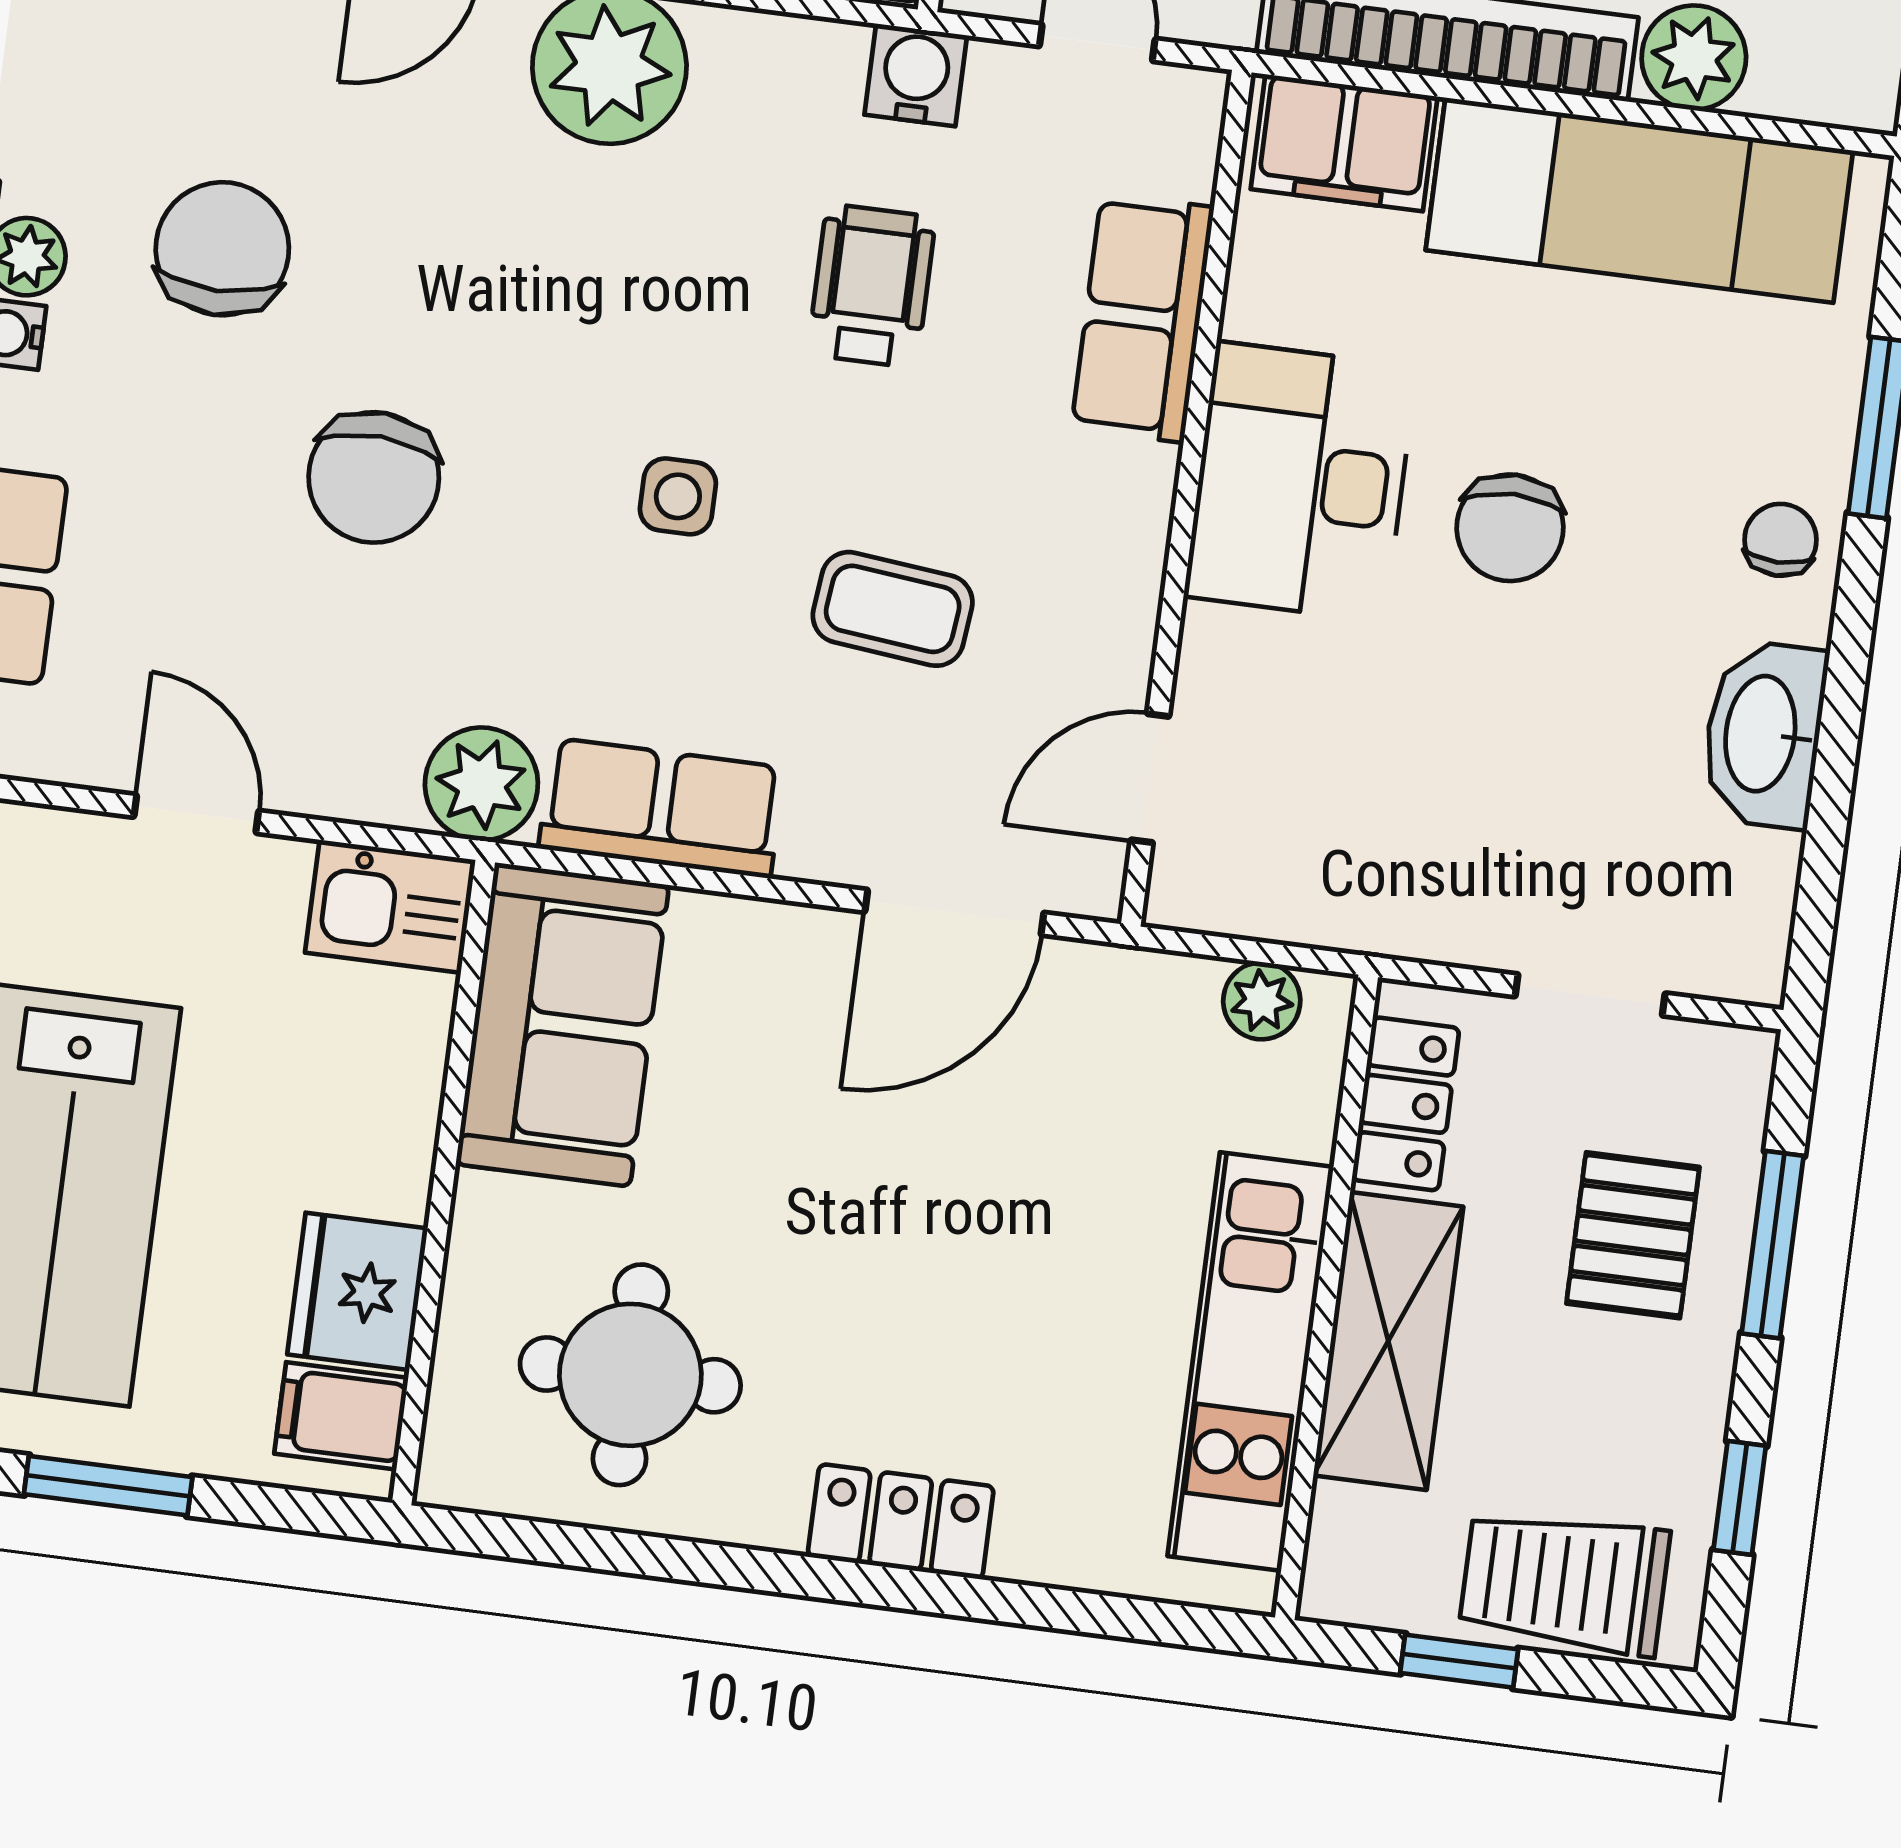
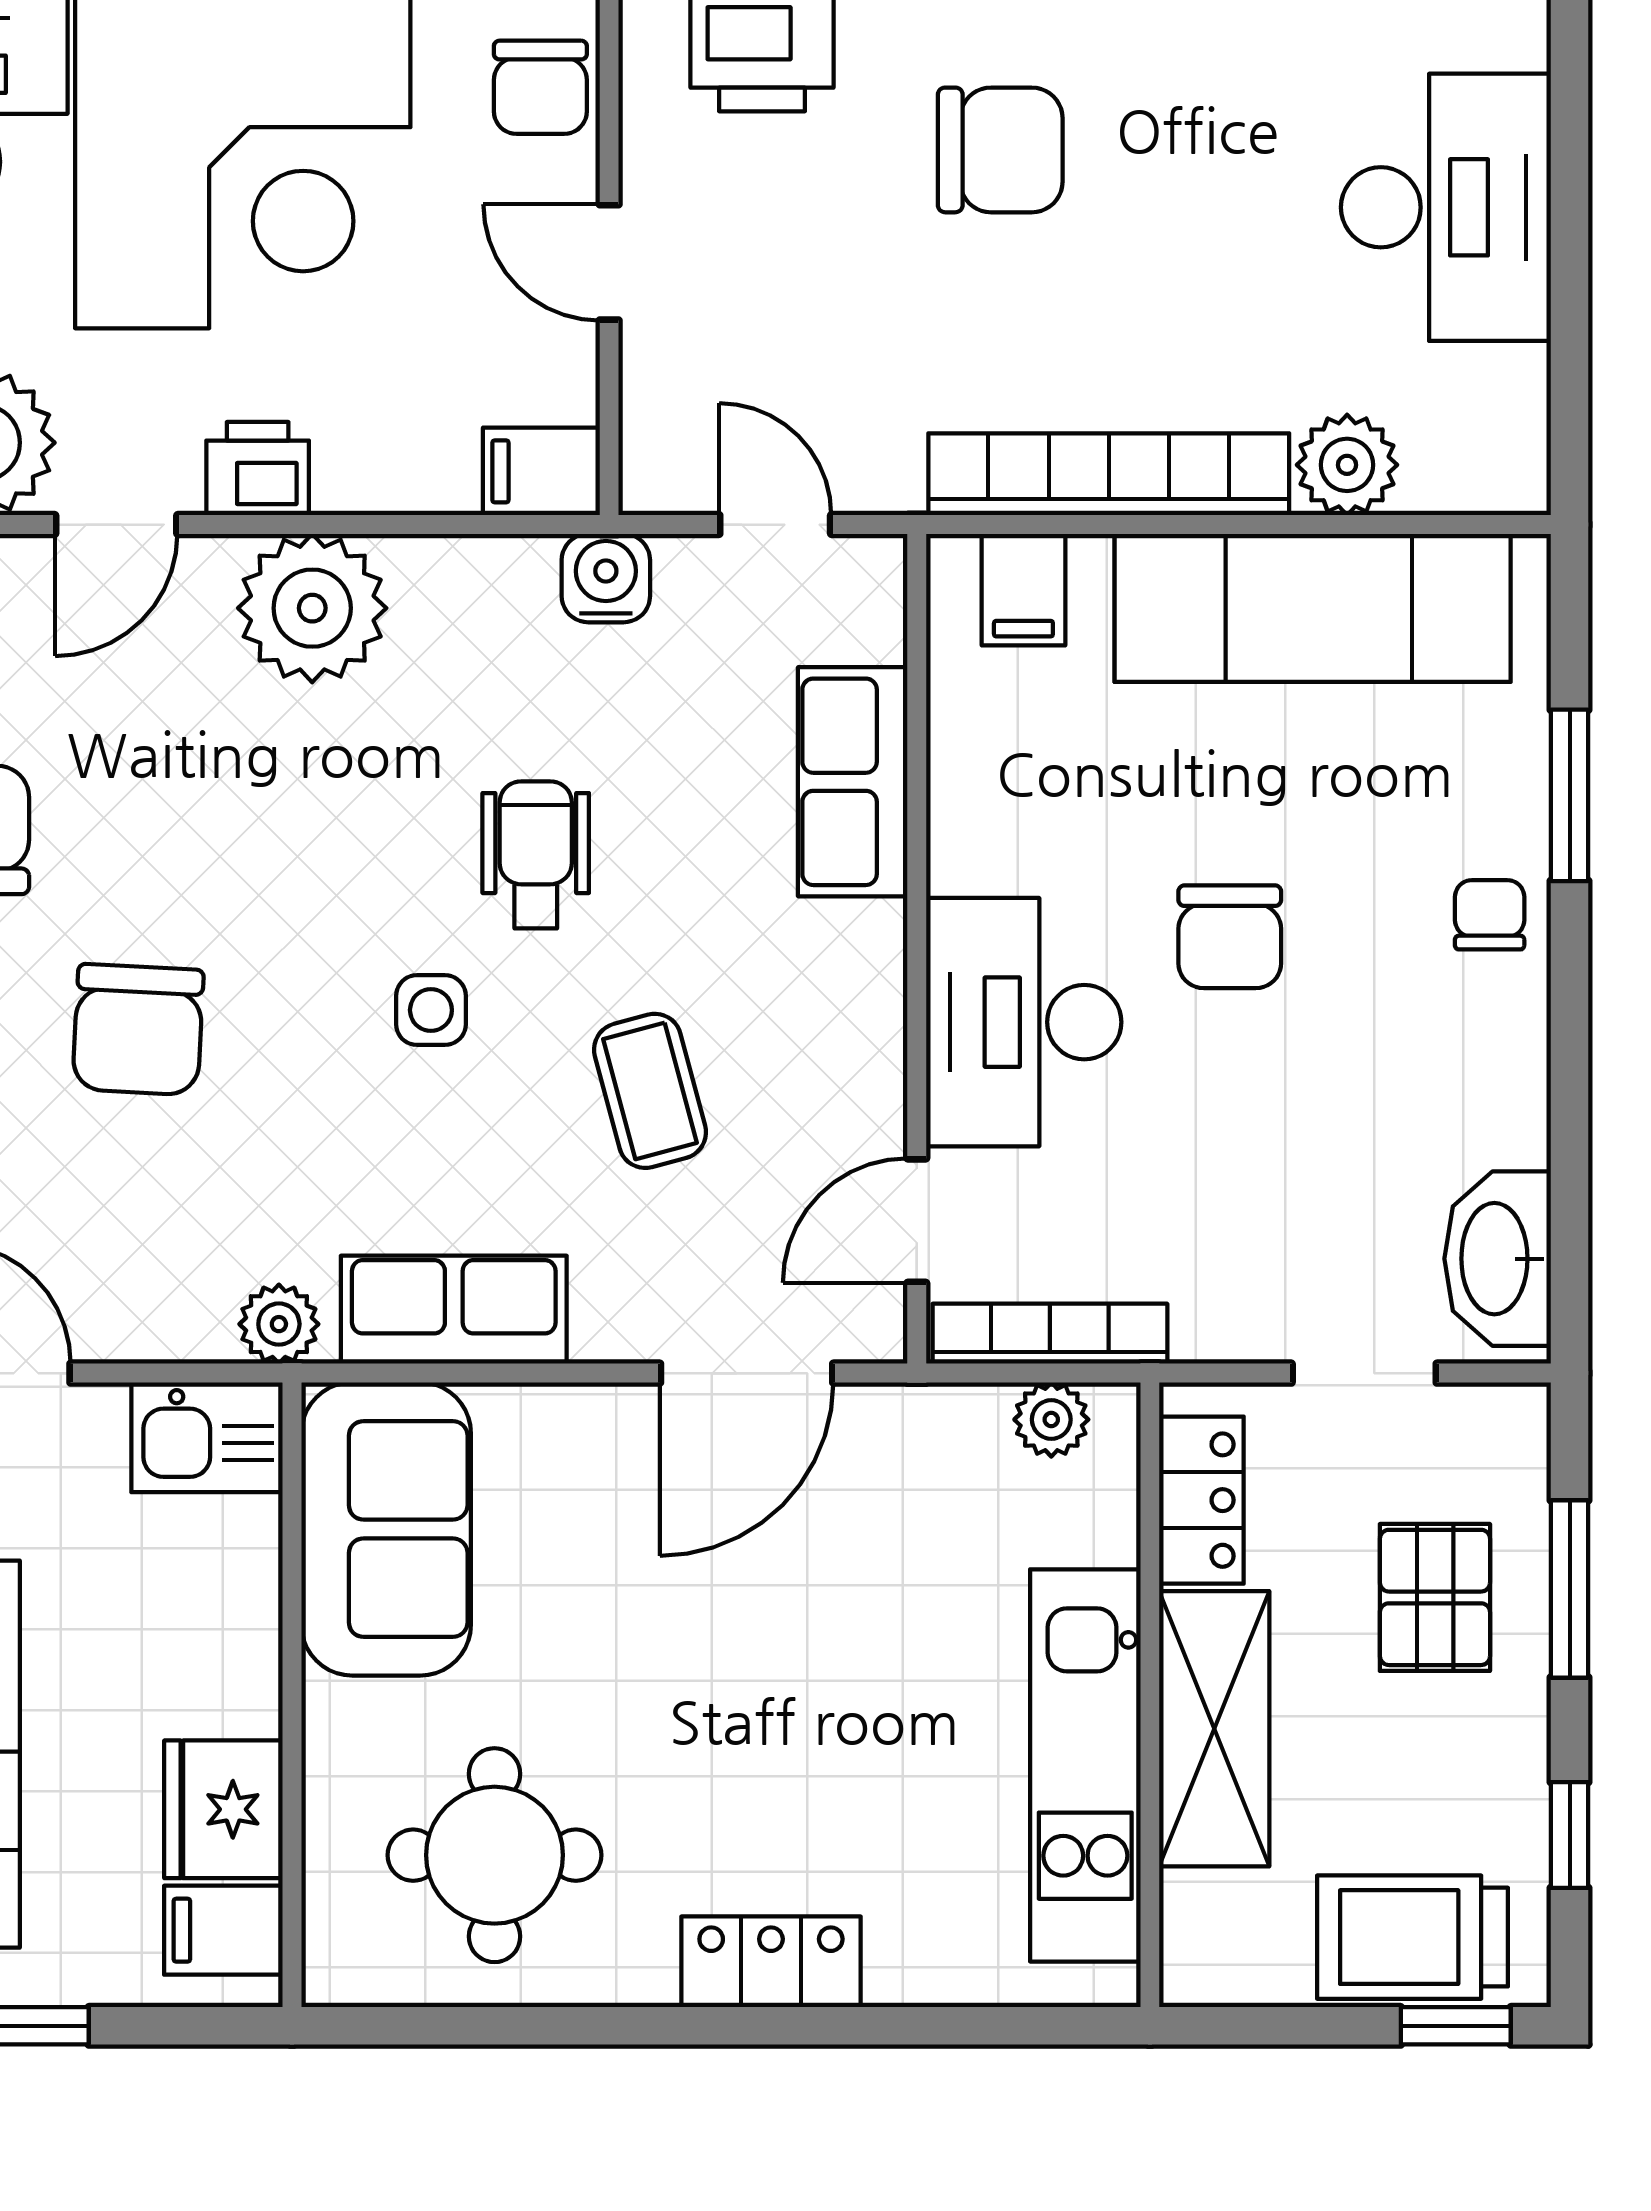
filing cabinet: (1344, 143) -> (1023, 590), width x0.50
wheelchair: (872, 286) -> (536, 855), moved
desk: (1300, 482) -> (1024, 1022), moved
coffee table: (893, 609) -> (650, 1091), turned 69
washbasin: (1764, 734) -> (1498, 1259), moved
plant: (481, 784) -> (279, 1324), width x0.73, depth x0.73
bookcase: (1272, 912) -> (1050, 1334), added
window: (1459, 1661) -> (1456, 2026), moved

